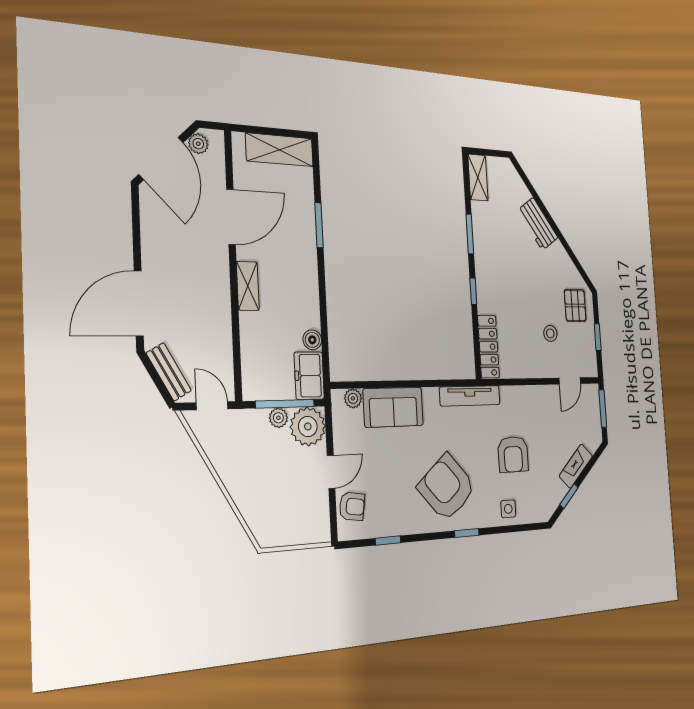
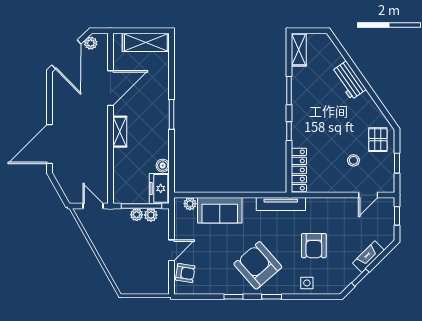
window: (319, 225) -> (172, 114), moved
bench: (169, 372) -> (66, 185), removed
window: (603, 408) -> (397, 216), width x0.67
plant: (308, 426) -> (151, 215), width x0.53, depth x0.53
window: (388, 541) -> (234, 297), moved

